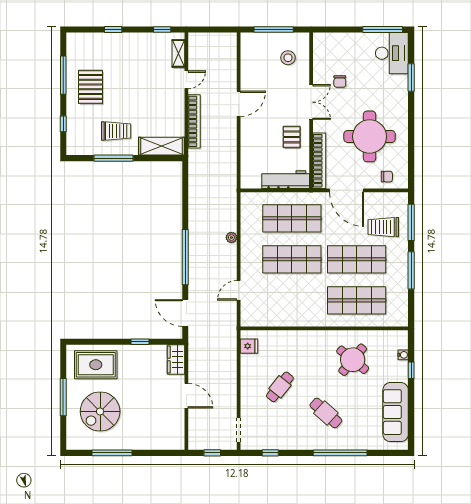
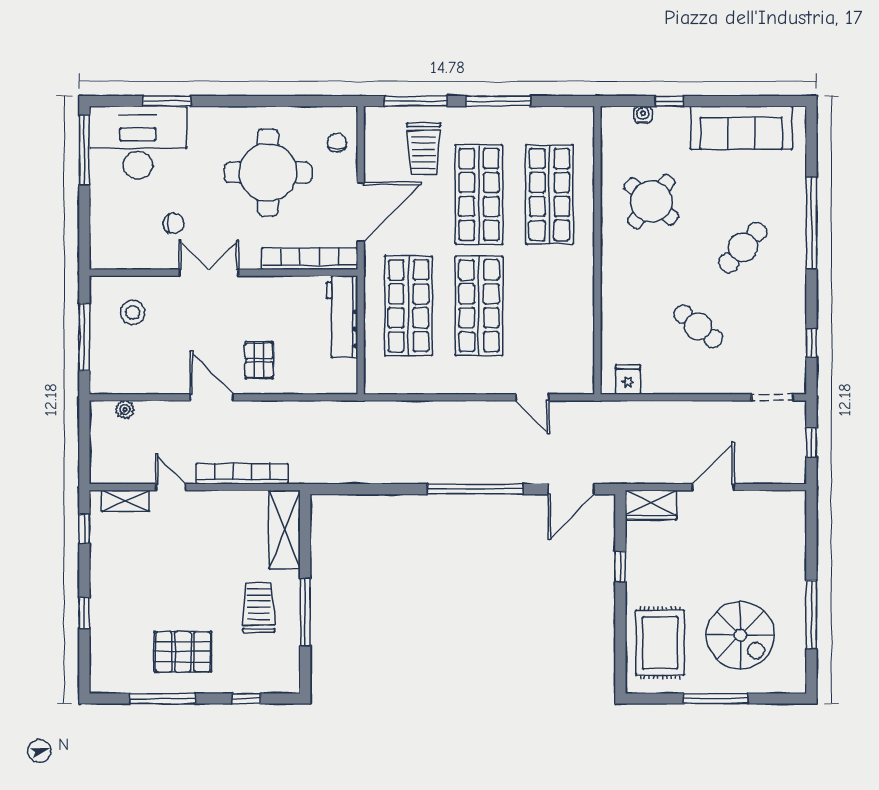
desk: (392, 53) -> (138, 142), width x1.36, depth x1.30
pallet: (292, 137) -> (259, 360), moved, turned 90
plant: (231, 237) -> (125, 410), moved

